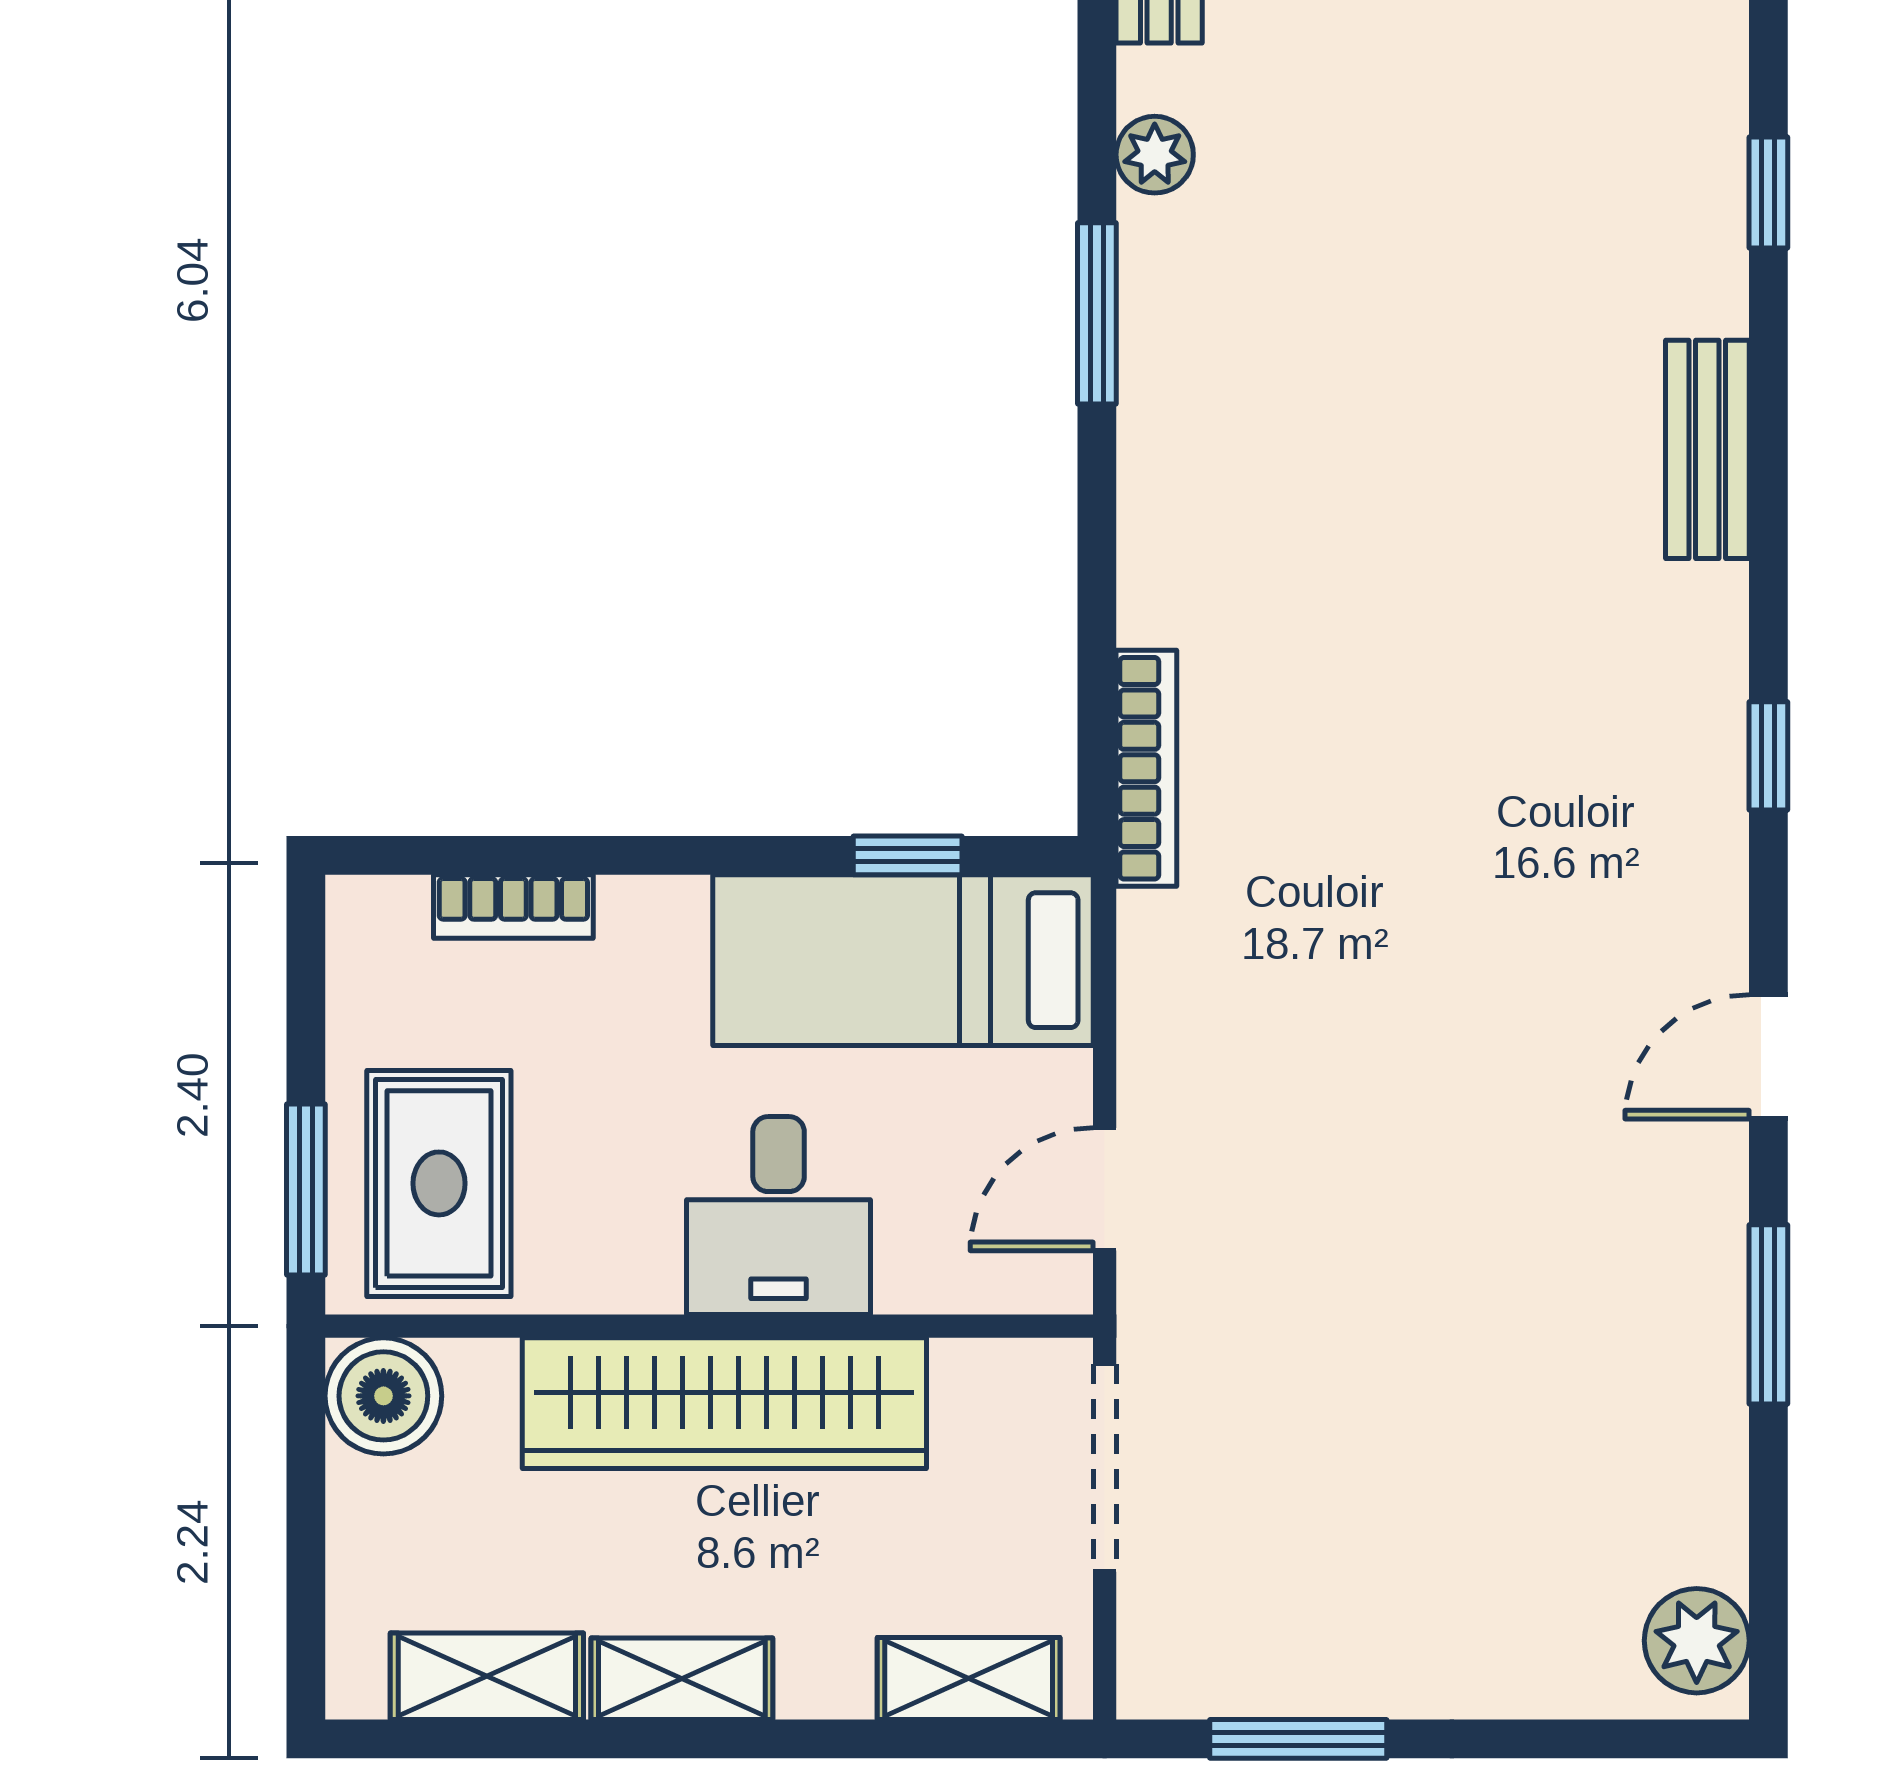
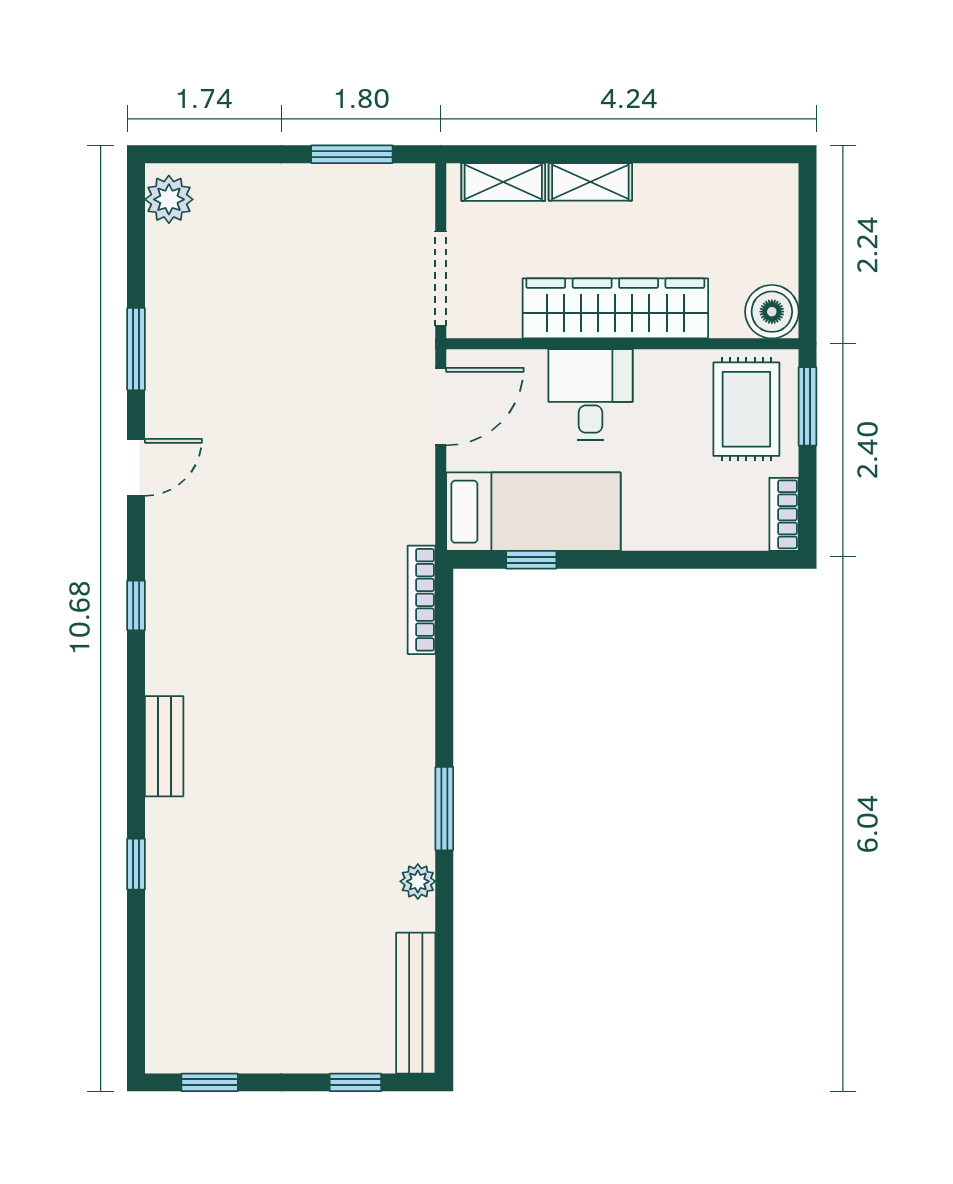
bookcase: (513, 907) -> (784, 514), moved, turned -90
door: (1105, 1189) -> (441, 407), width x1.38
shelving: (487, 1676) -> (724, 183), removed
shelving: (682, 1679) -> (590, 182), moved

